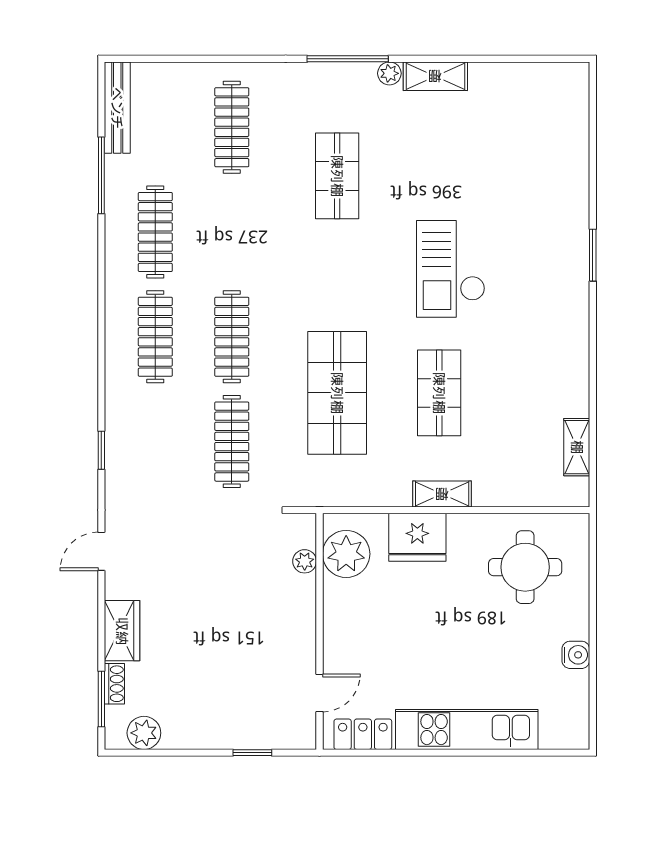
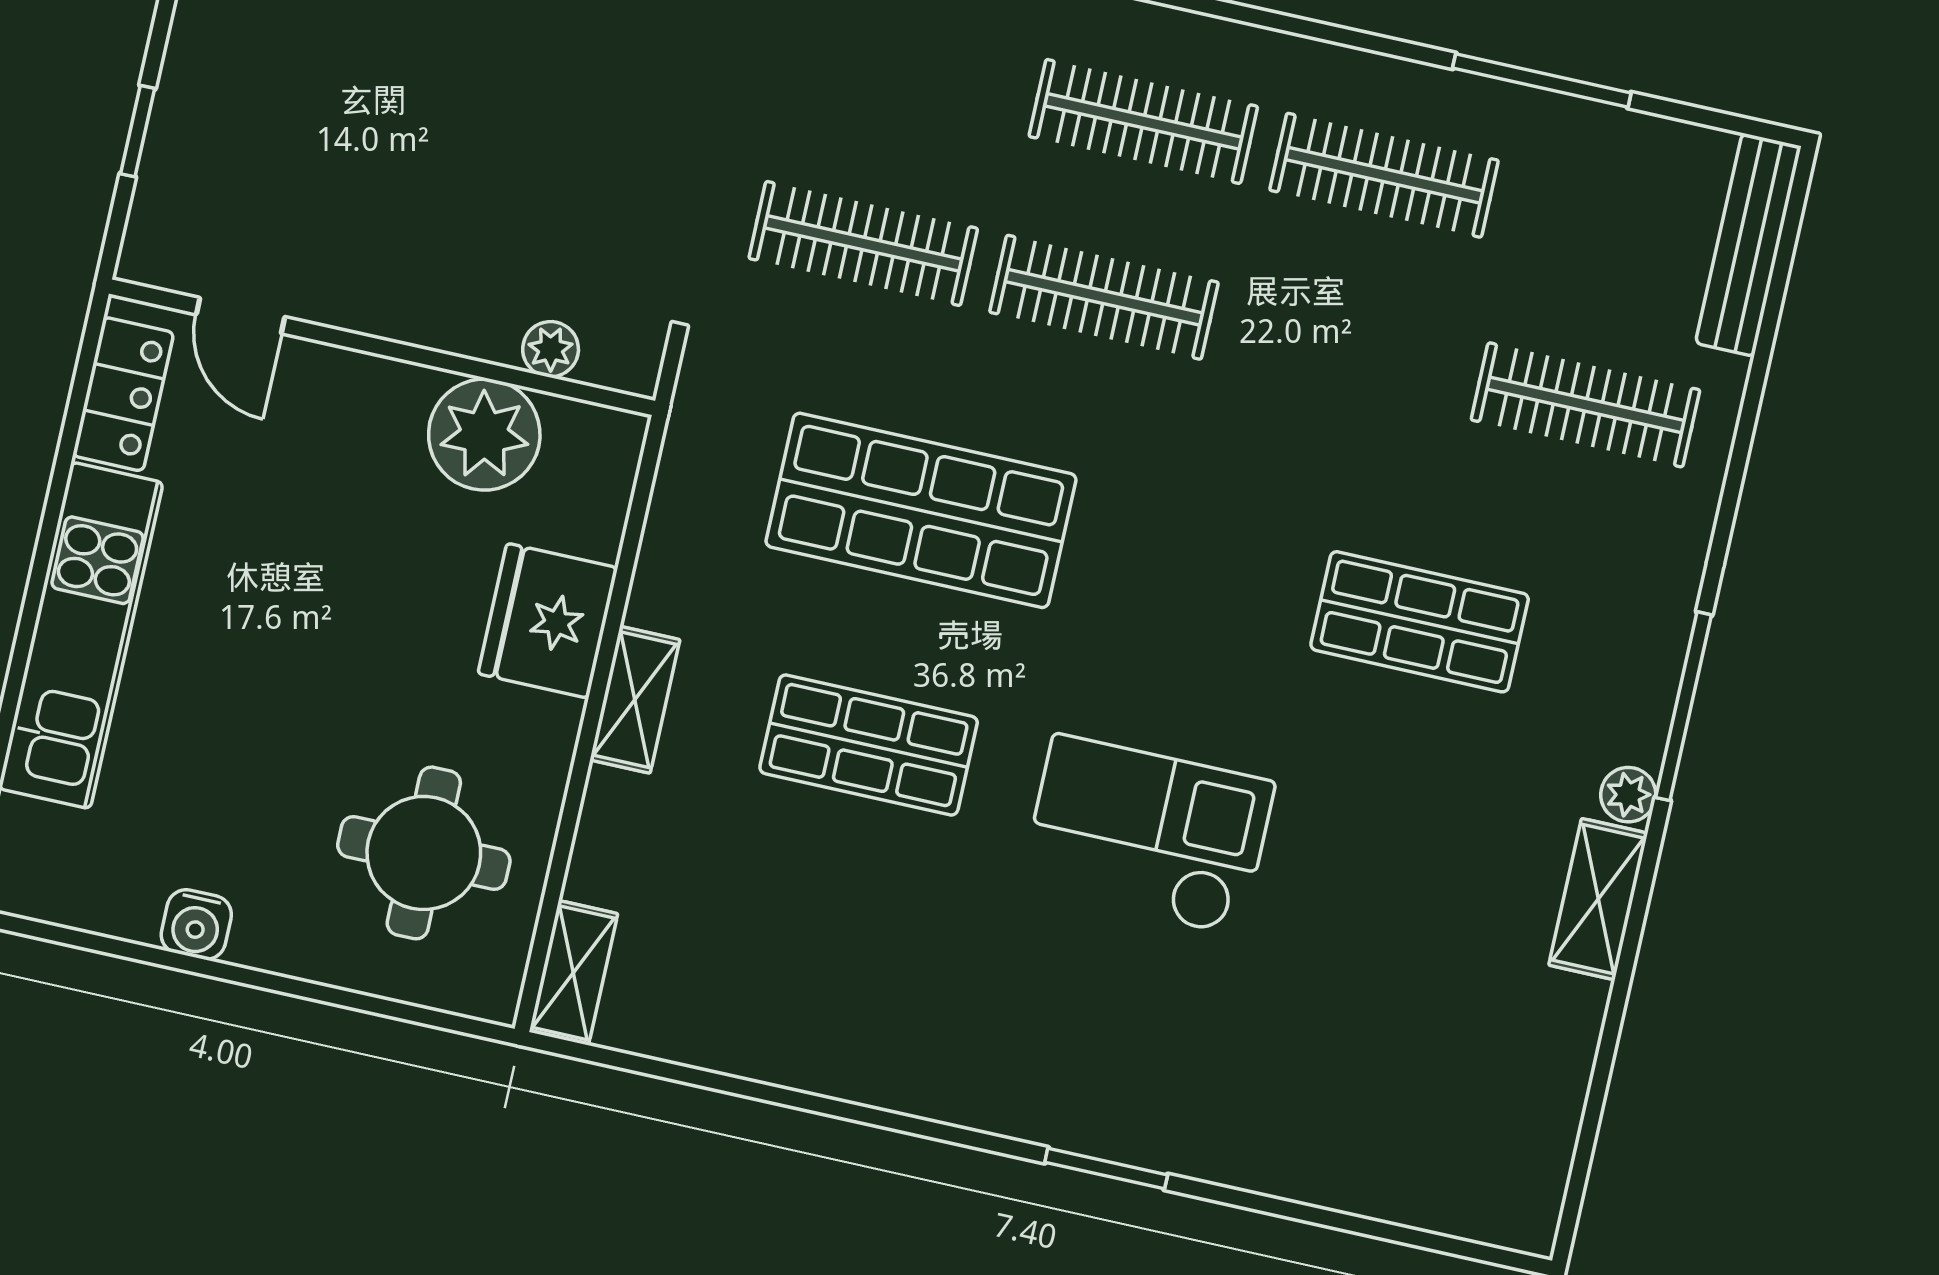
bench: (117, 108) -> (1748, 245), moved, turned 90
shelving: (577, 447) -> (573, 973), moved, turned 90
plant: (346, 554) -> (484, 435), moved

